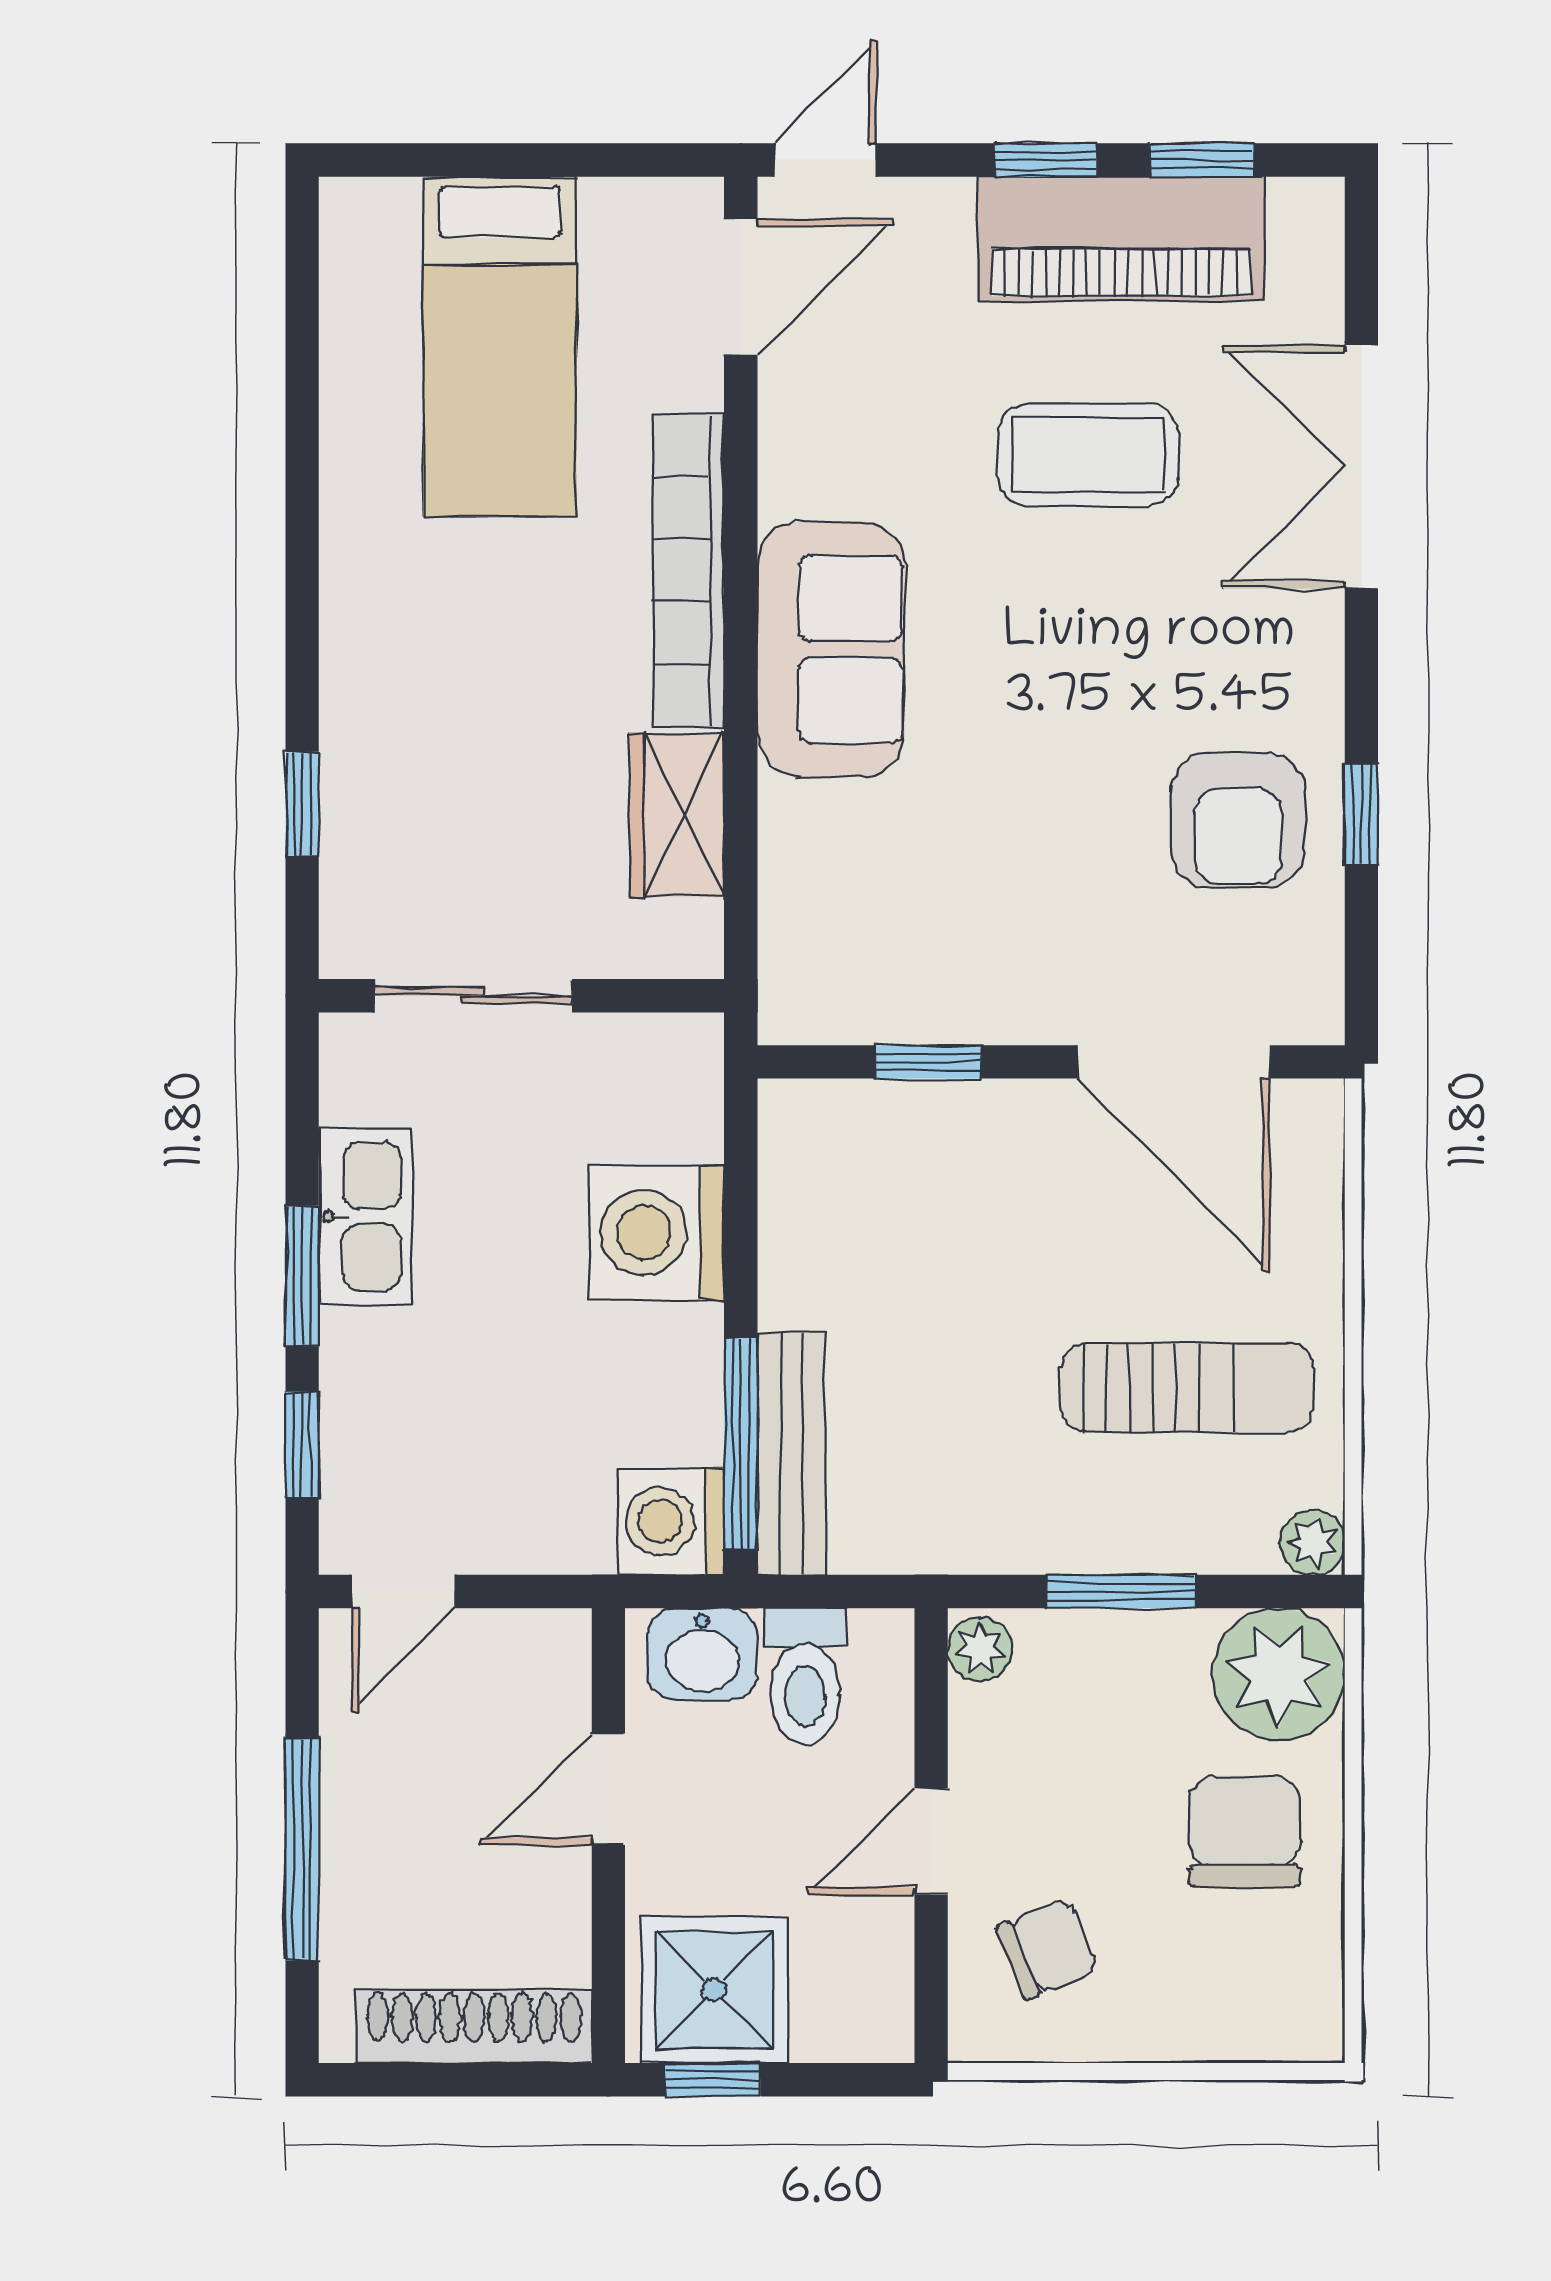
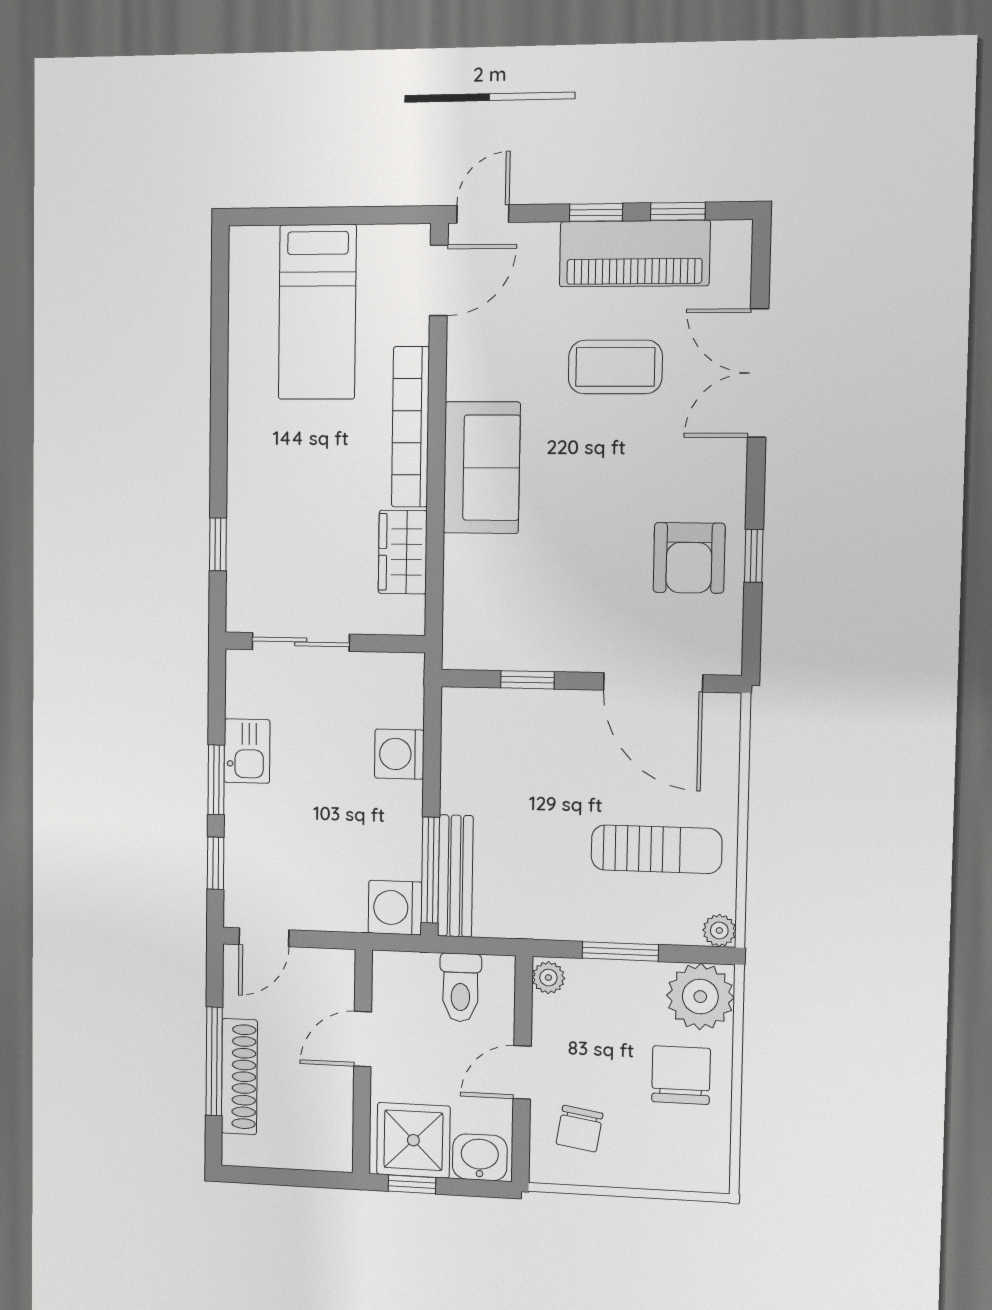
kitchen sink: (365, 1216) -> (247, 751), width x0.73
washing machine: (657, 1233) -> (399, 754), width x0.73, depth x0.73
washbasin: (702, 1654) -> (480, 1157), moved, turned 180
chair: (1047, 1949) -> (579, 1129), turned 121
shoe rack: (474, 2027) -> (239, 1077), moved, turned 90

